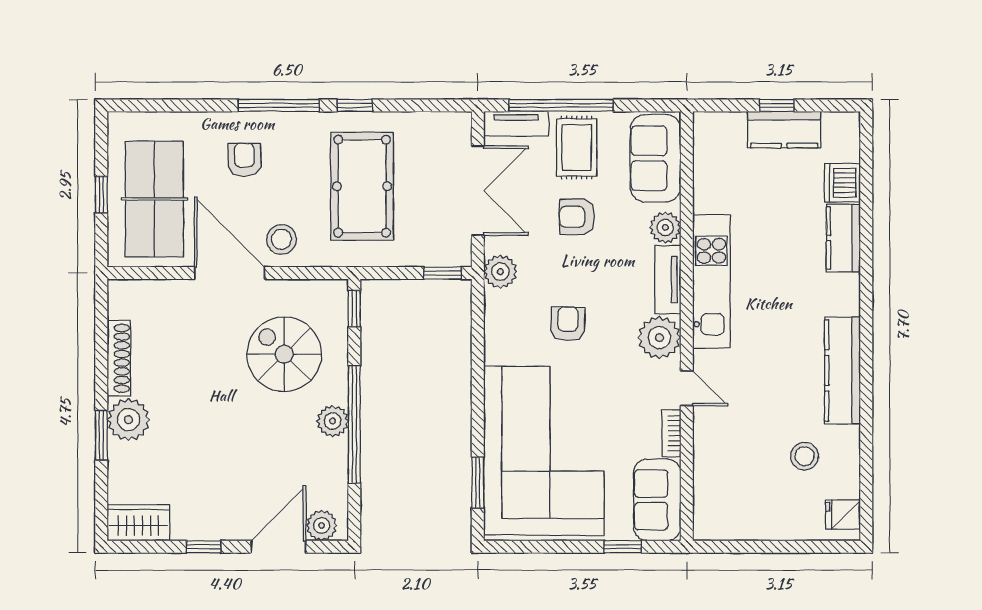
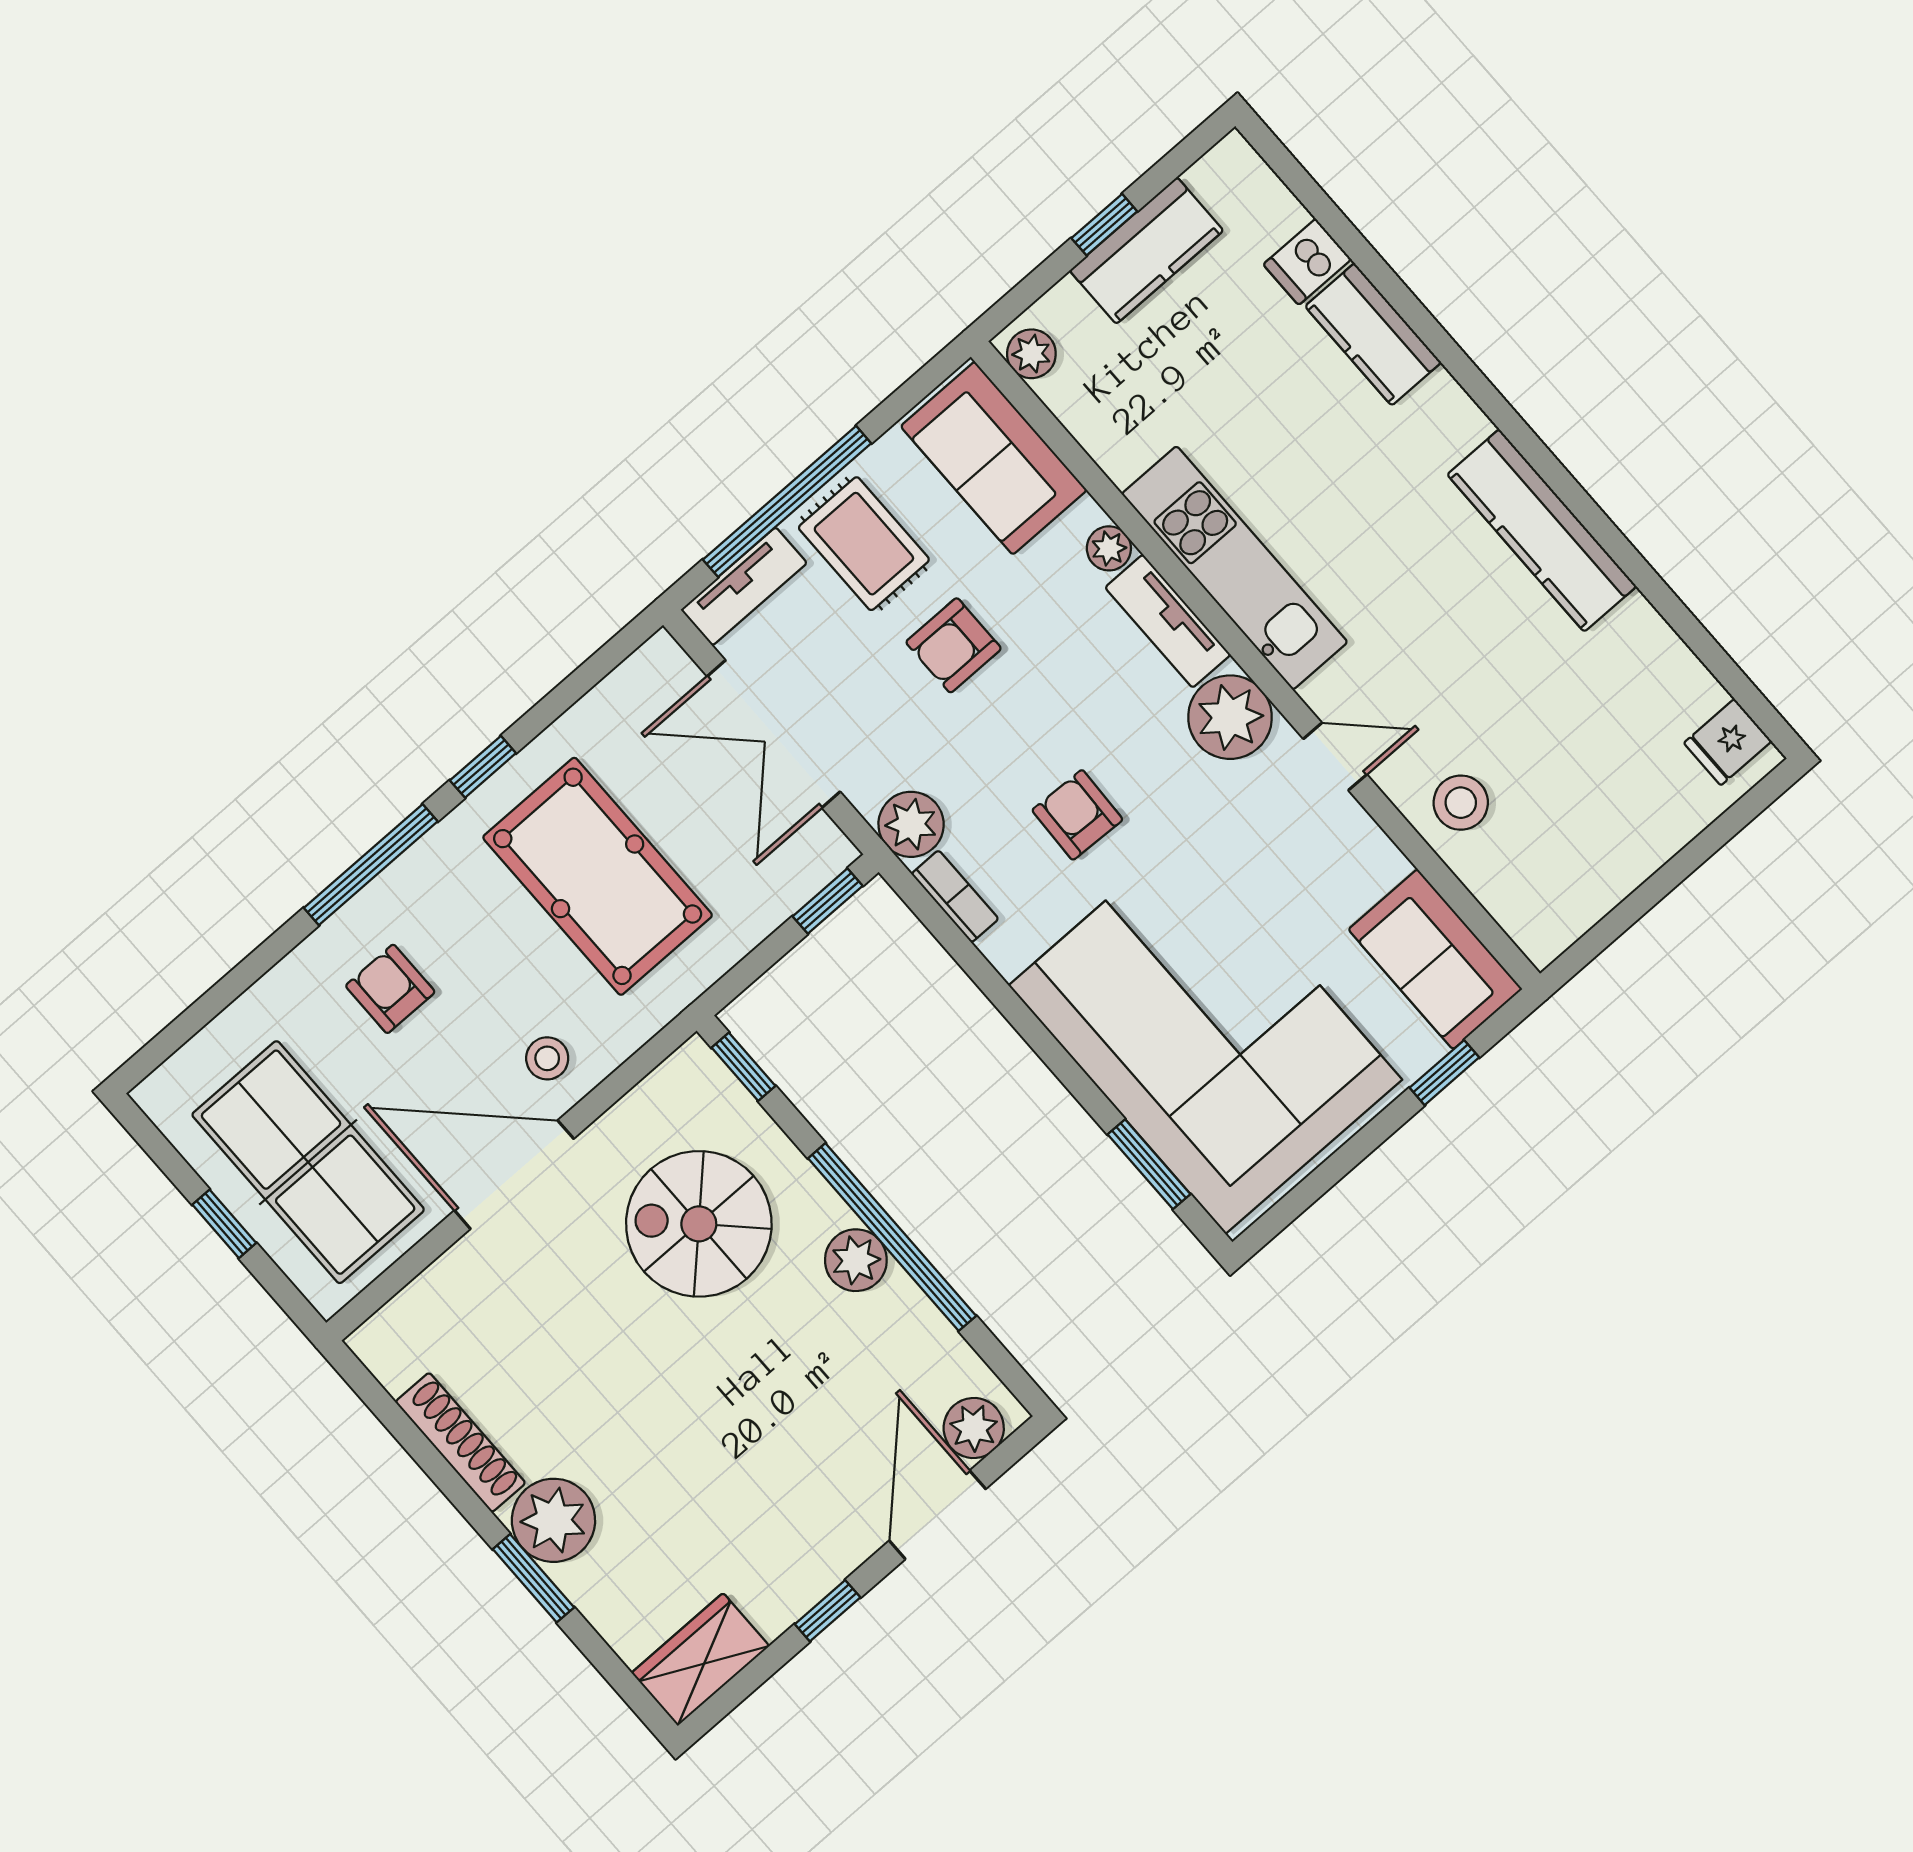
plant: (705, 131) -> (1031, 354), added
dishwasher: (842, 183) -> (1307, 262), width x0.73
double door: (478, 191) -> (774, 734), swing flipped
plant: (665, 228) -> (1109, 548), width x0.73, depth x0.73
stool: (281, 239) -> (547, 1058), width x0.73, depth x0.73
bookcase: (671, 433) -> (955, 896), moved, turned 180
stool: (804, 456) -> (1461, 803), moved

